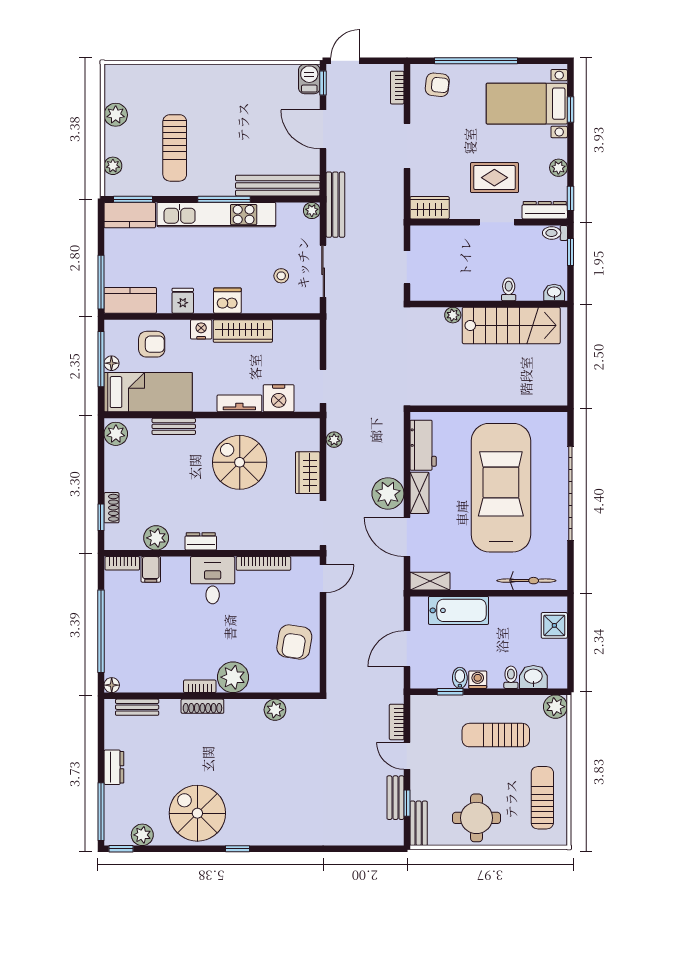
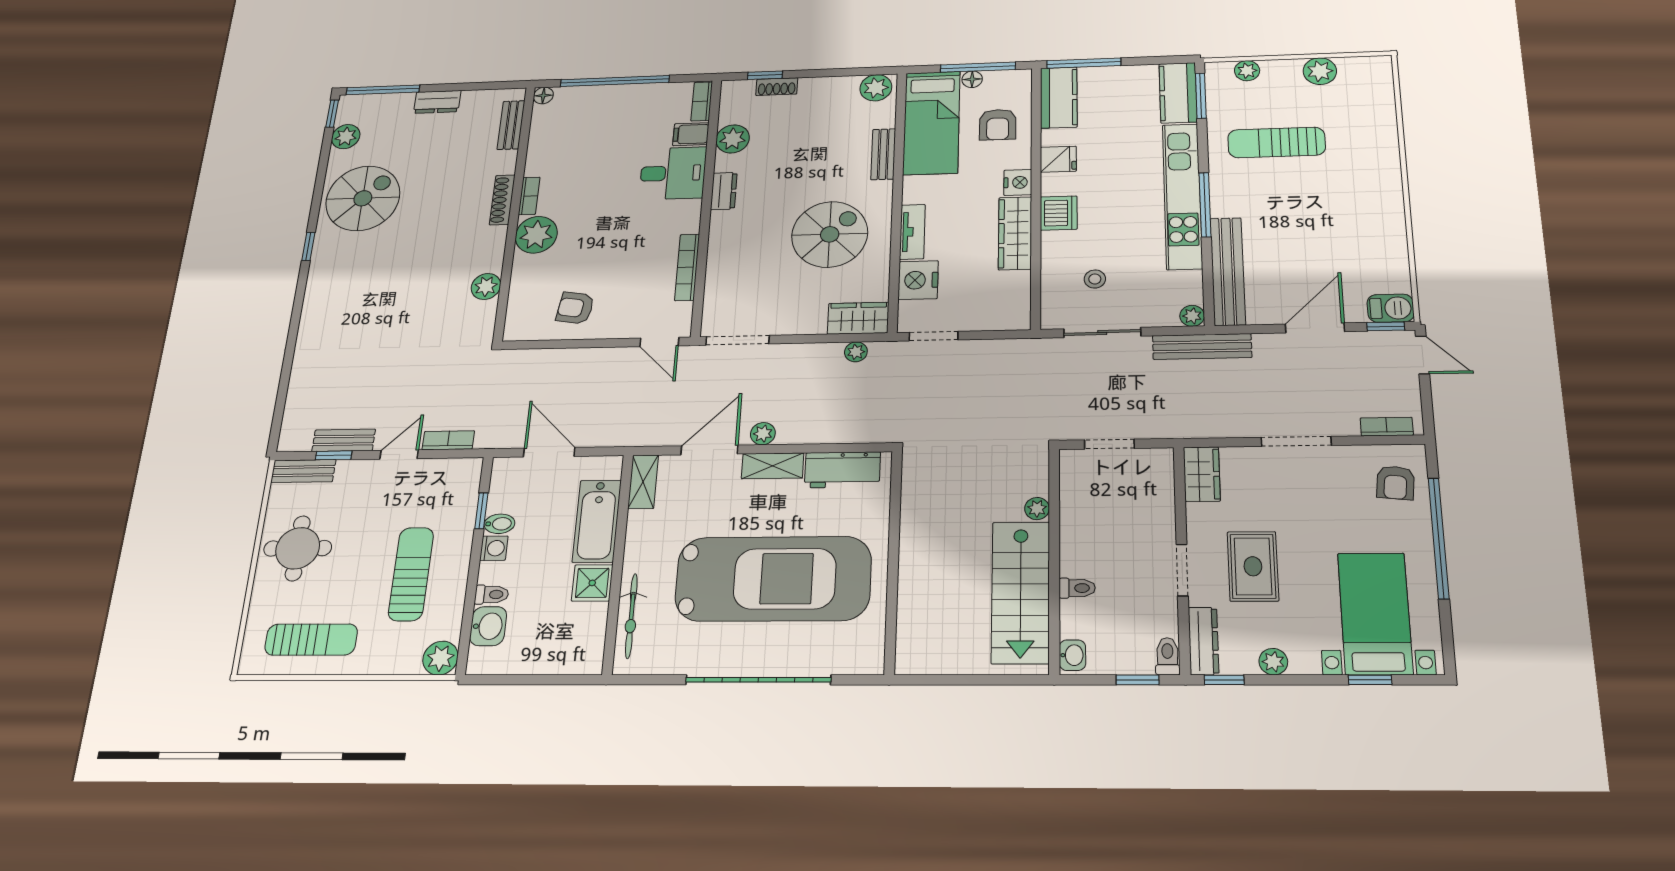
wardrobe: (308, 473) -> (858, 318), moved
plant: (388, 493) -> (763, 434), width x0.53, depth x0.53
desk: (213, 580) -> (673, 173), moved
shower: (554, 625) -> (592, 583), moved
armchair: (294, 642) -> (575, 308), width x0.72, depth x0.72

